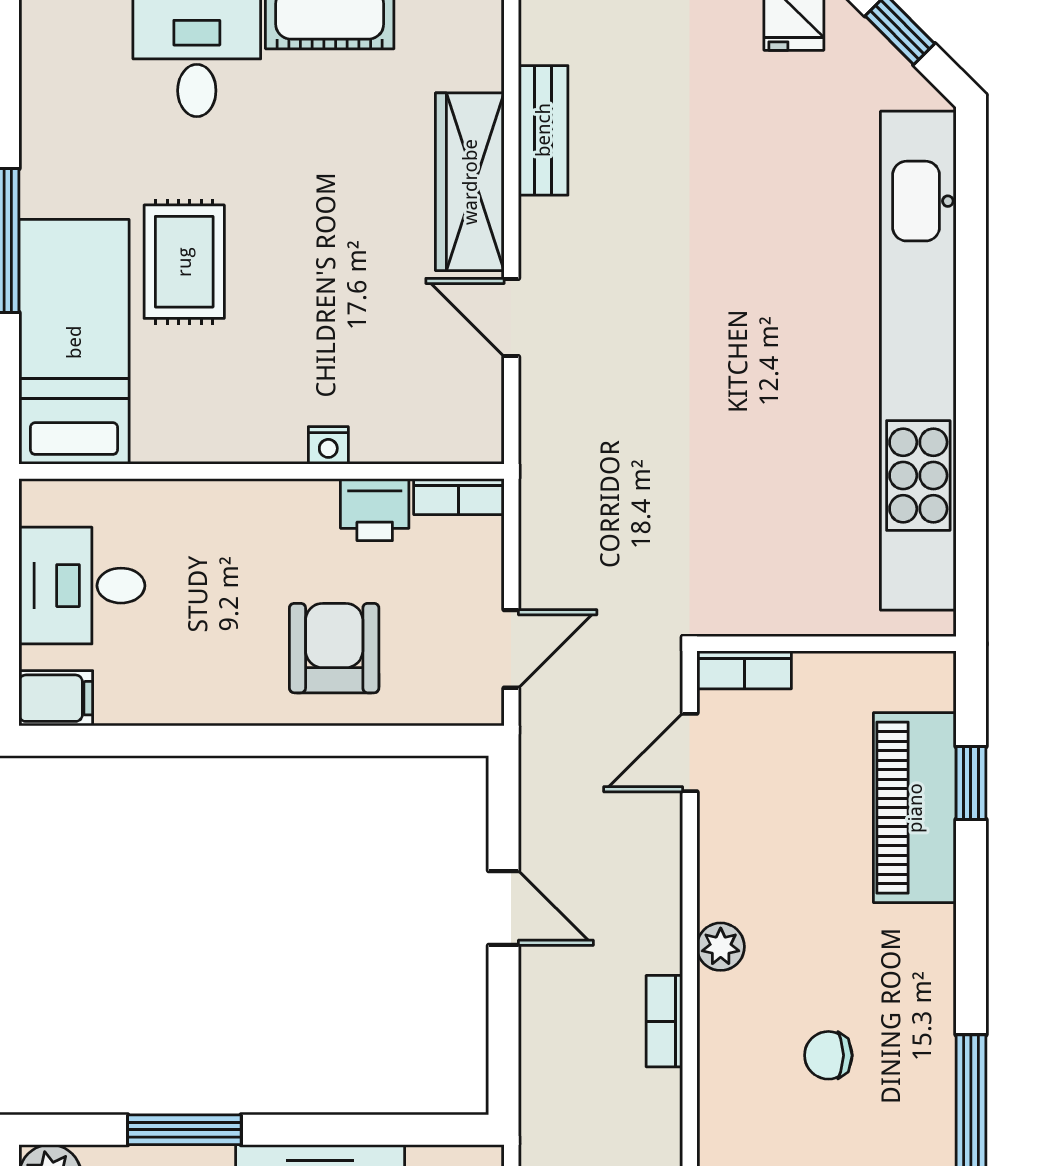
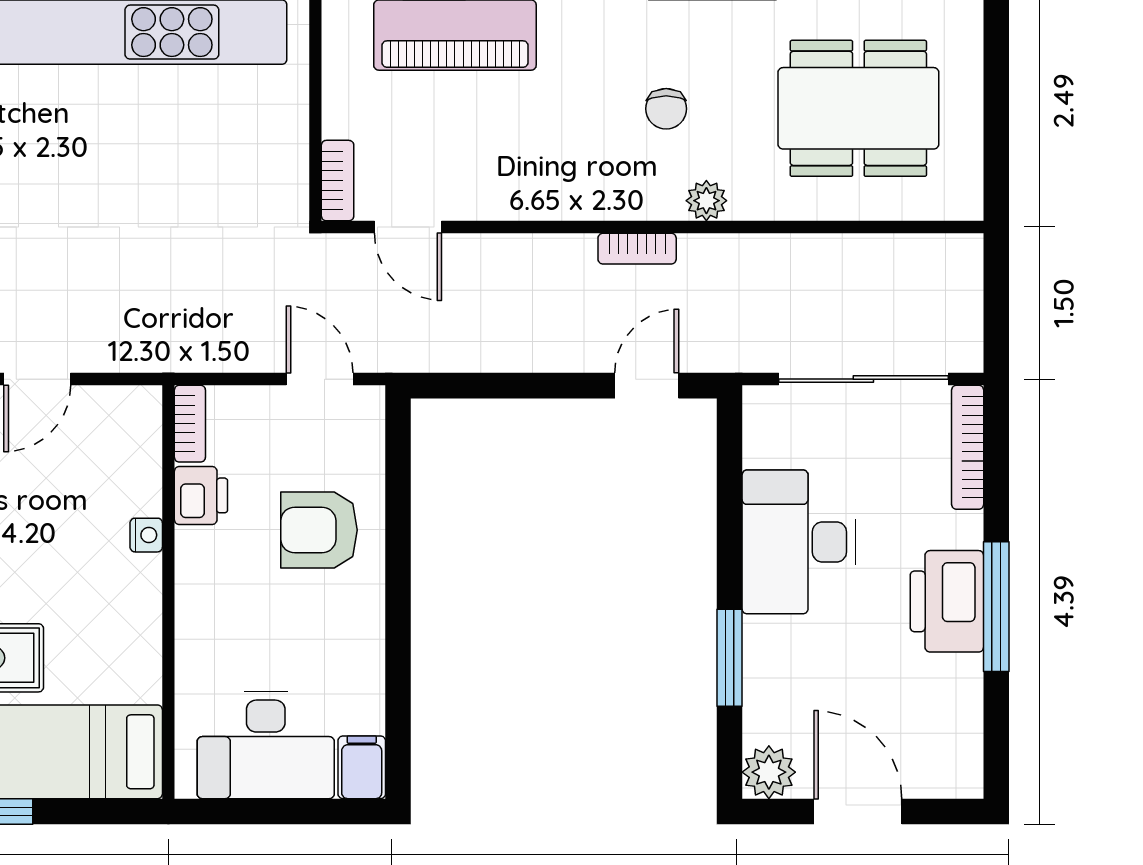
desk: (82, 586) -> (266, 745), width x1.37
door: (504, 908) -> (647, 386), moved
plant: (721, 947) -> (706, 201), moved

